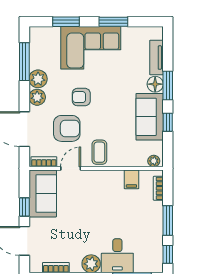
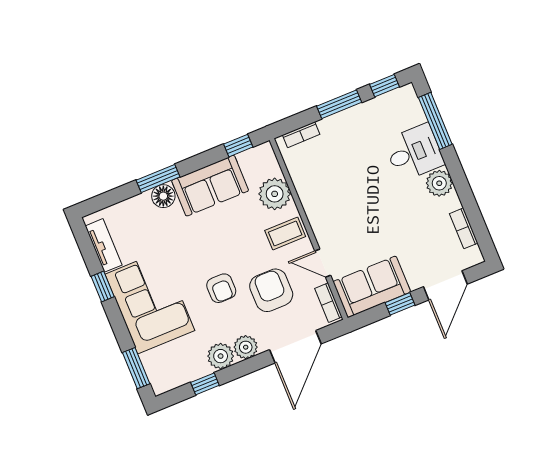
window: (66, 22) -> (136, 368), moved
window: (113, 22) -> (103, 286), width x0.67
tv unit: (156, 58) -> (104, 245), moved, turned -90
window: (24, 62) -> (205, 384), width x0.46
window: (168, 122) -> (238, 146), moved
plant: (154, 161) -> (275, 194), moved, width x1.87, depth x1.87
filing cabinet: (131, 179) -> (304, 175), removed

